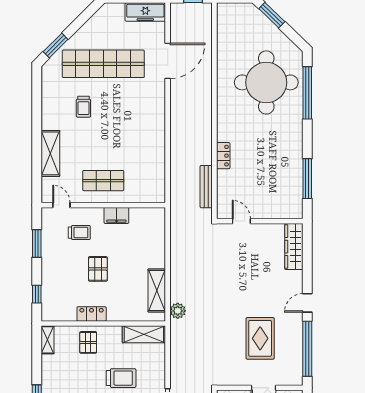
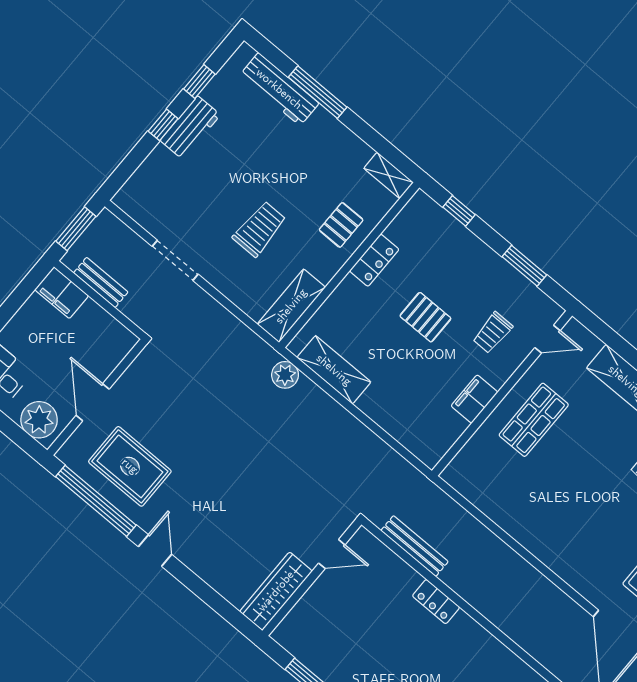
wardrobe: (294, 247) -> (276, 591), moved, turned -90
rug: (260, 338) -> (130, 466), moved
pallet: (88, 342) -> (341, 225), turned 90
trolley: (121, 378) -> (259, 229), turned 180

